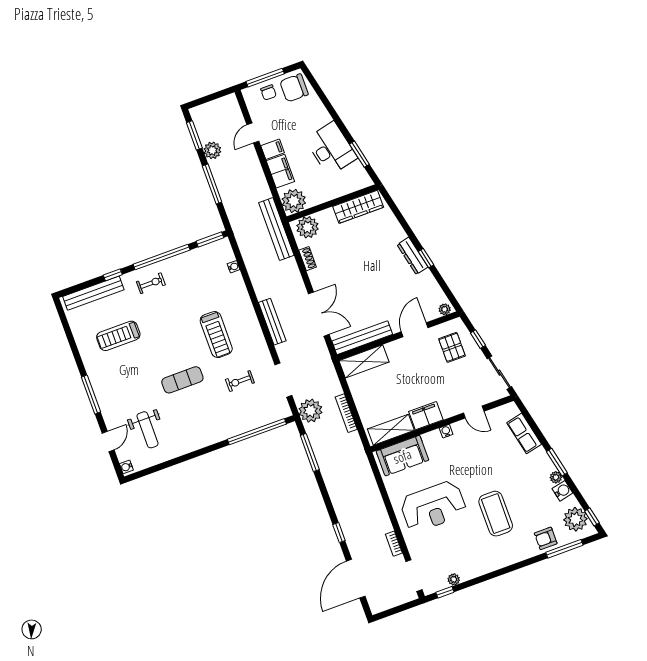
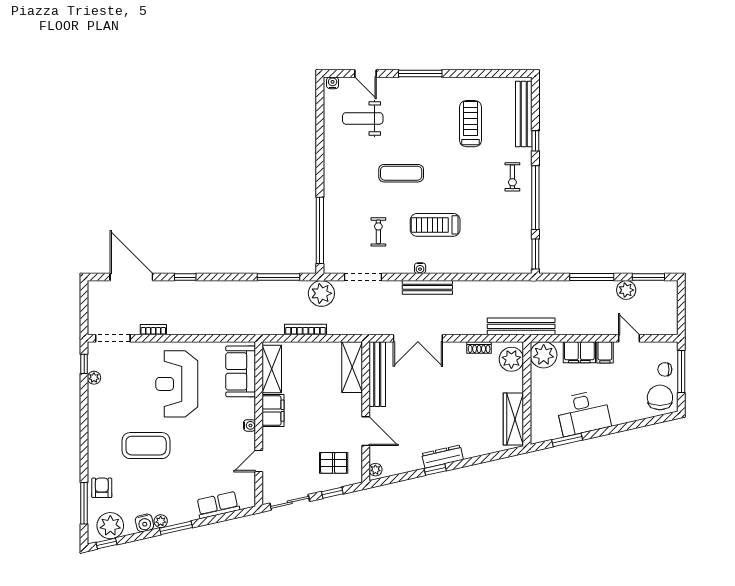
water cooler: (234, 267) -> (420, 268), moved
exercise mat: (182, 380) -> (401, 173), turned 90

